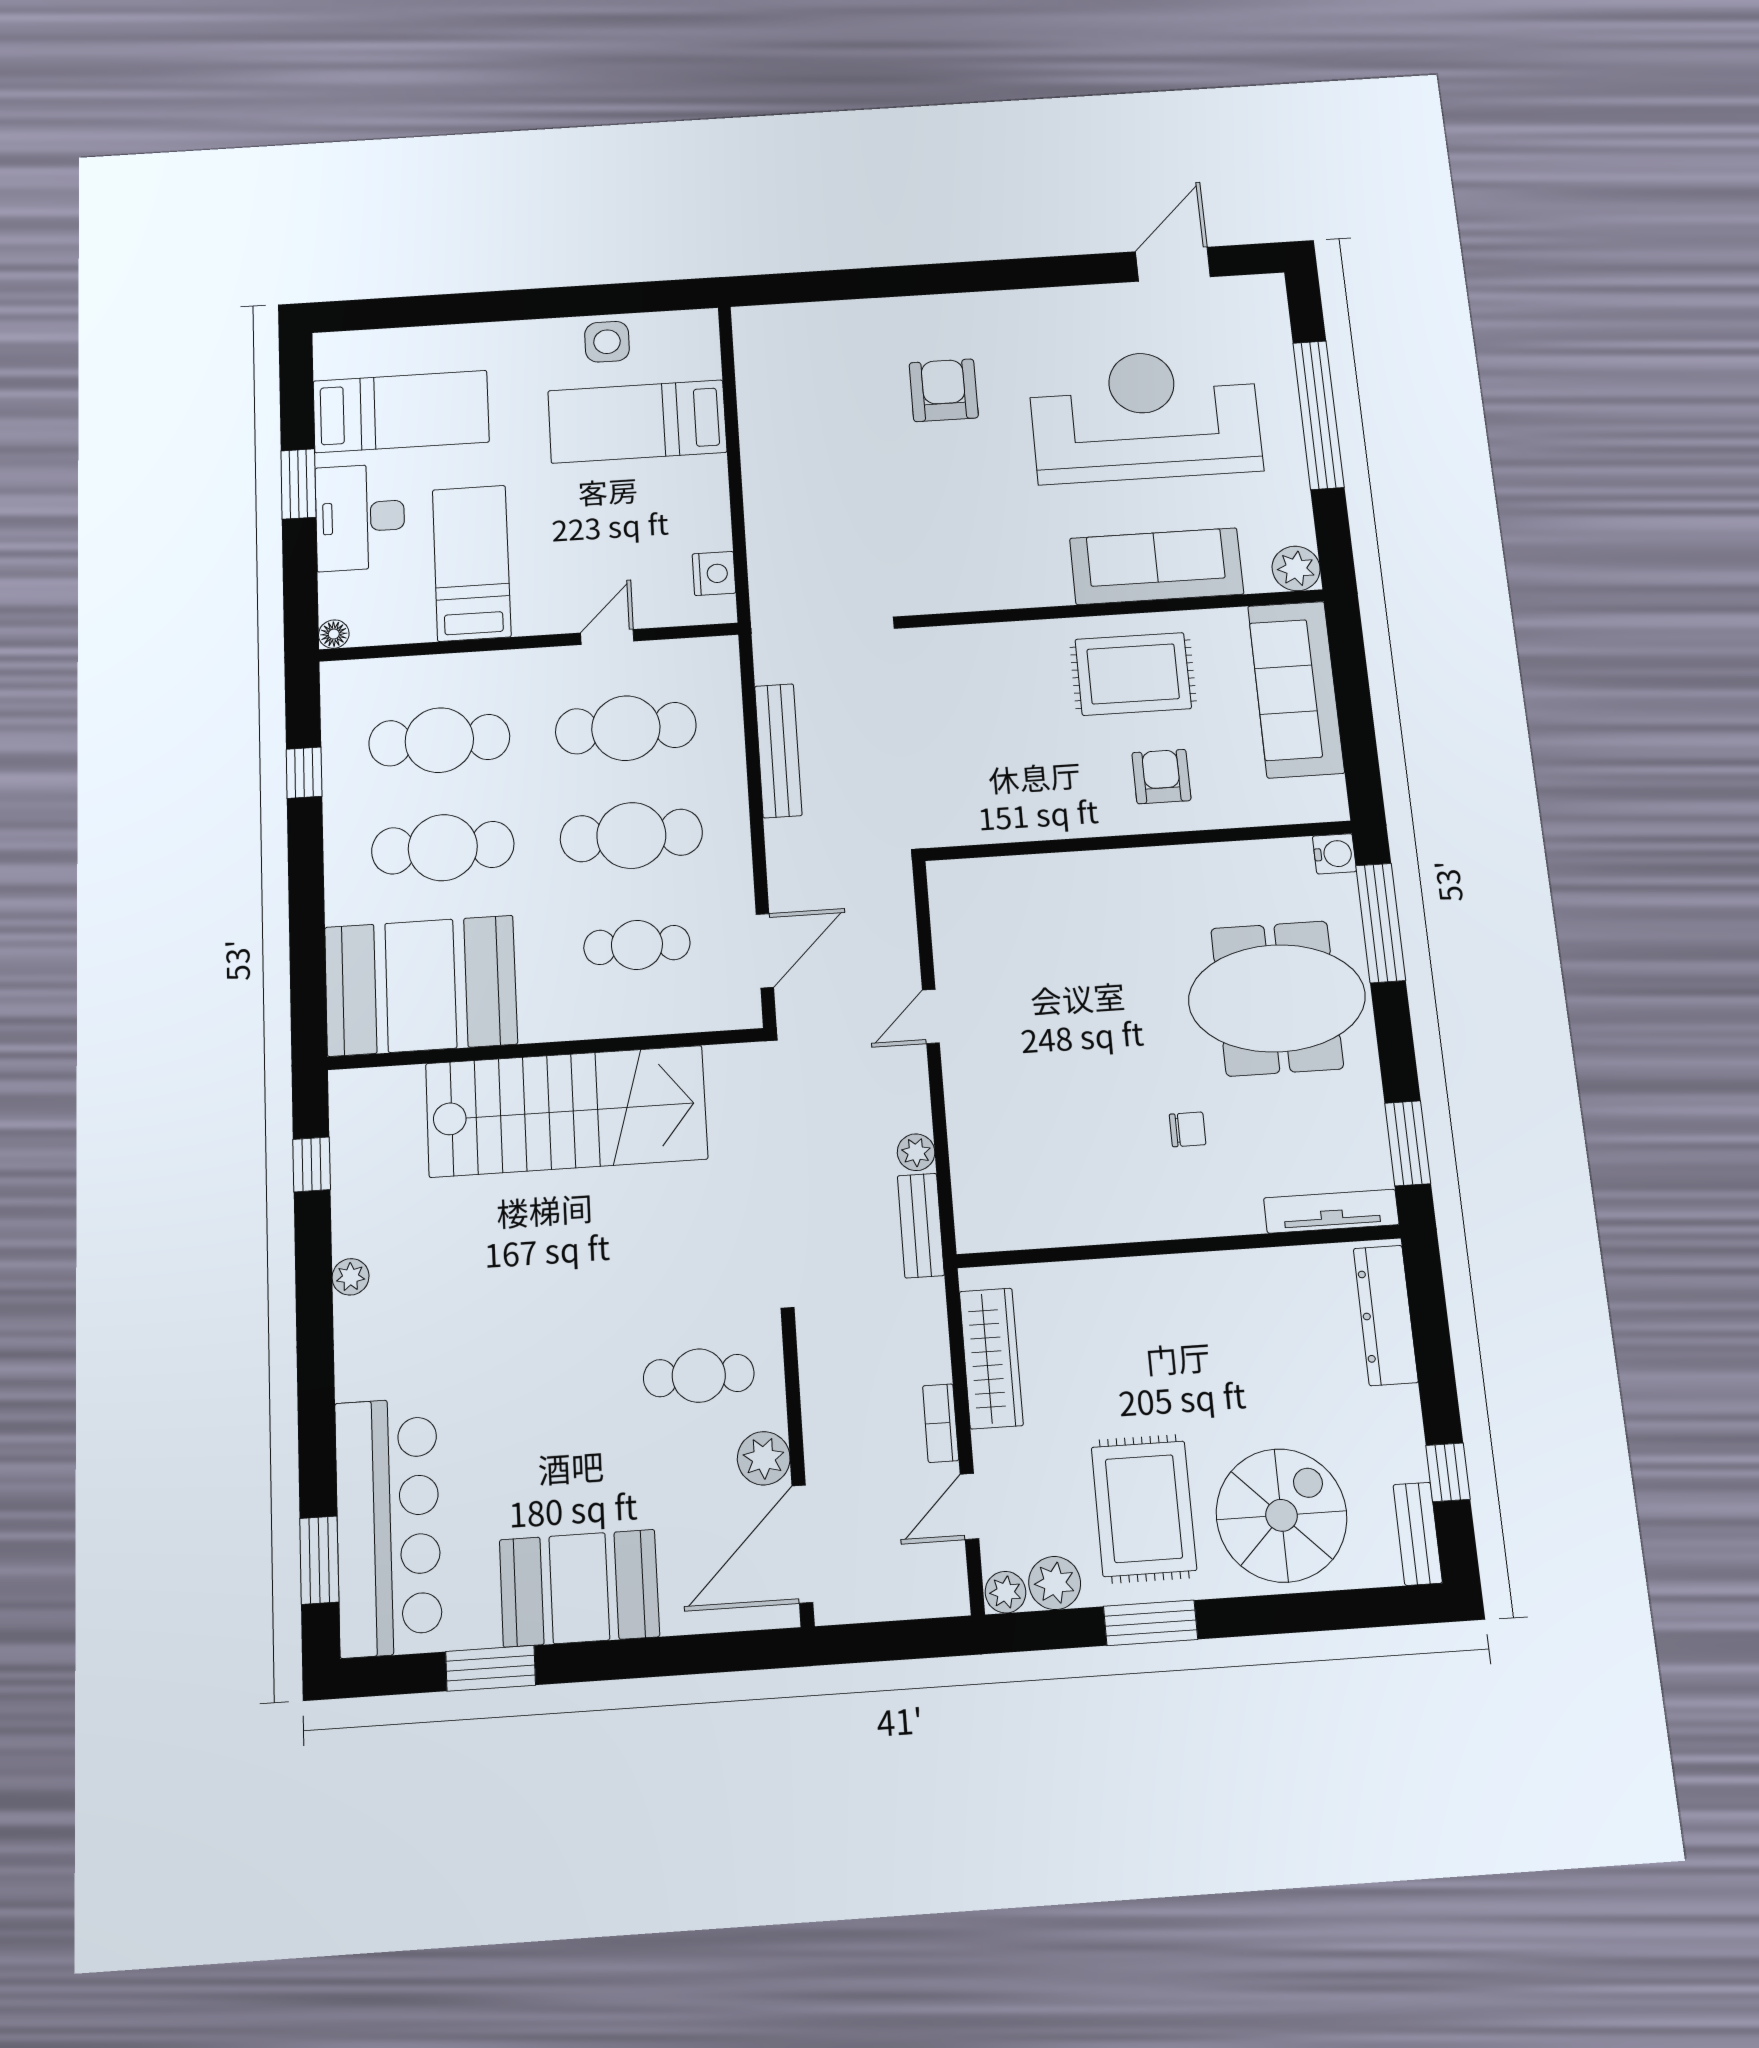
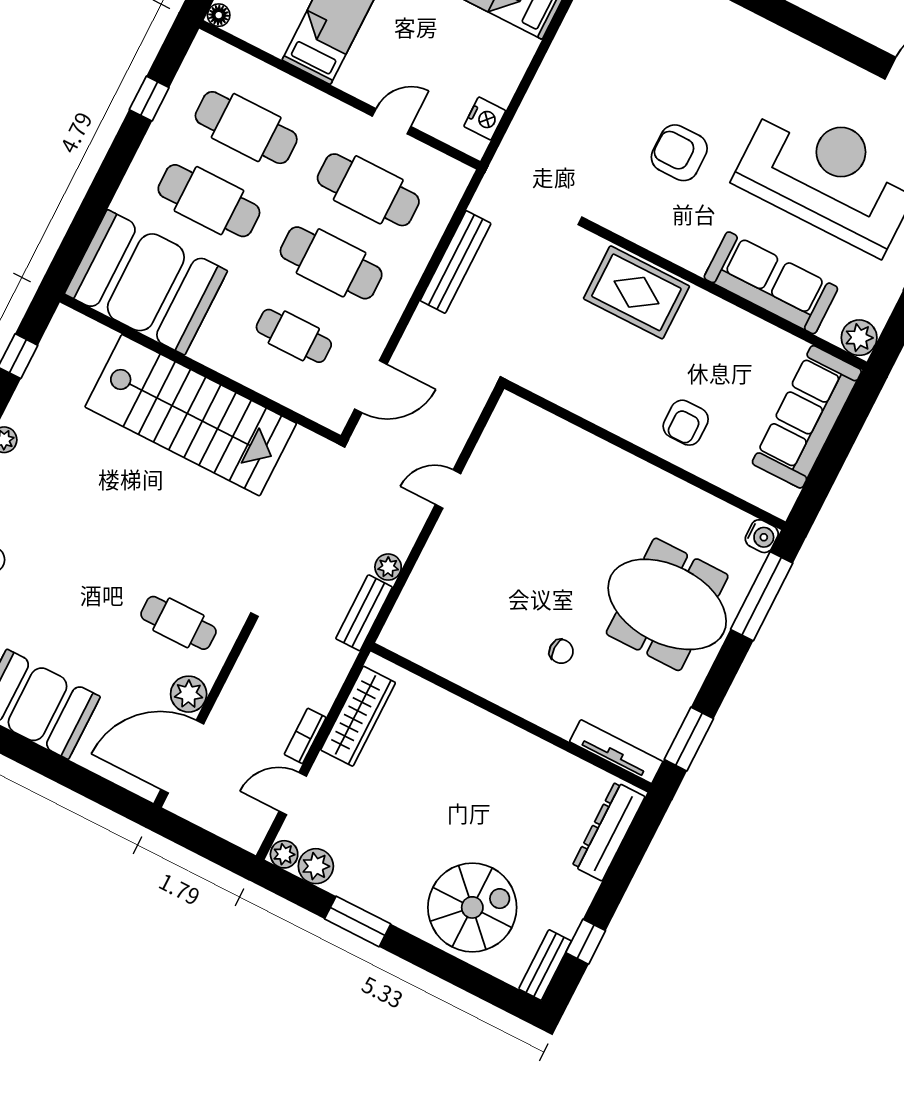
armchair: (944, 390) -> (679, 153), moved, turned -90
rug: (1133, 674) -> (636, 292), moved
armchair: (1161, 777) -> (686, 423), turned 180
rug: (1144, 1509) -> (394, 856), removed

